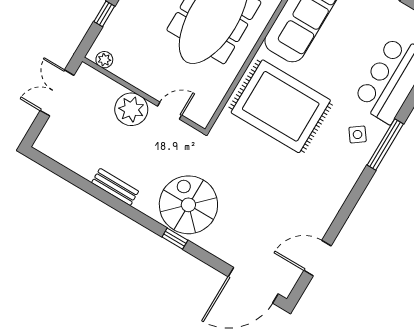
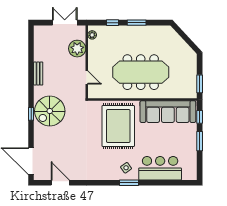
plant: (131, 109) -> (77, 49), moved
window: (385, 144) -> (129, 183), width x0.69
spiral stairs: (188, 205) -> (50, 111), turned 180

